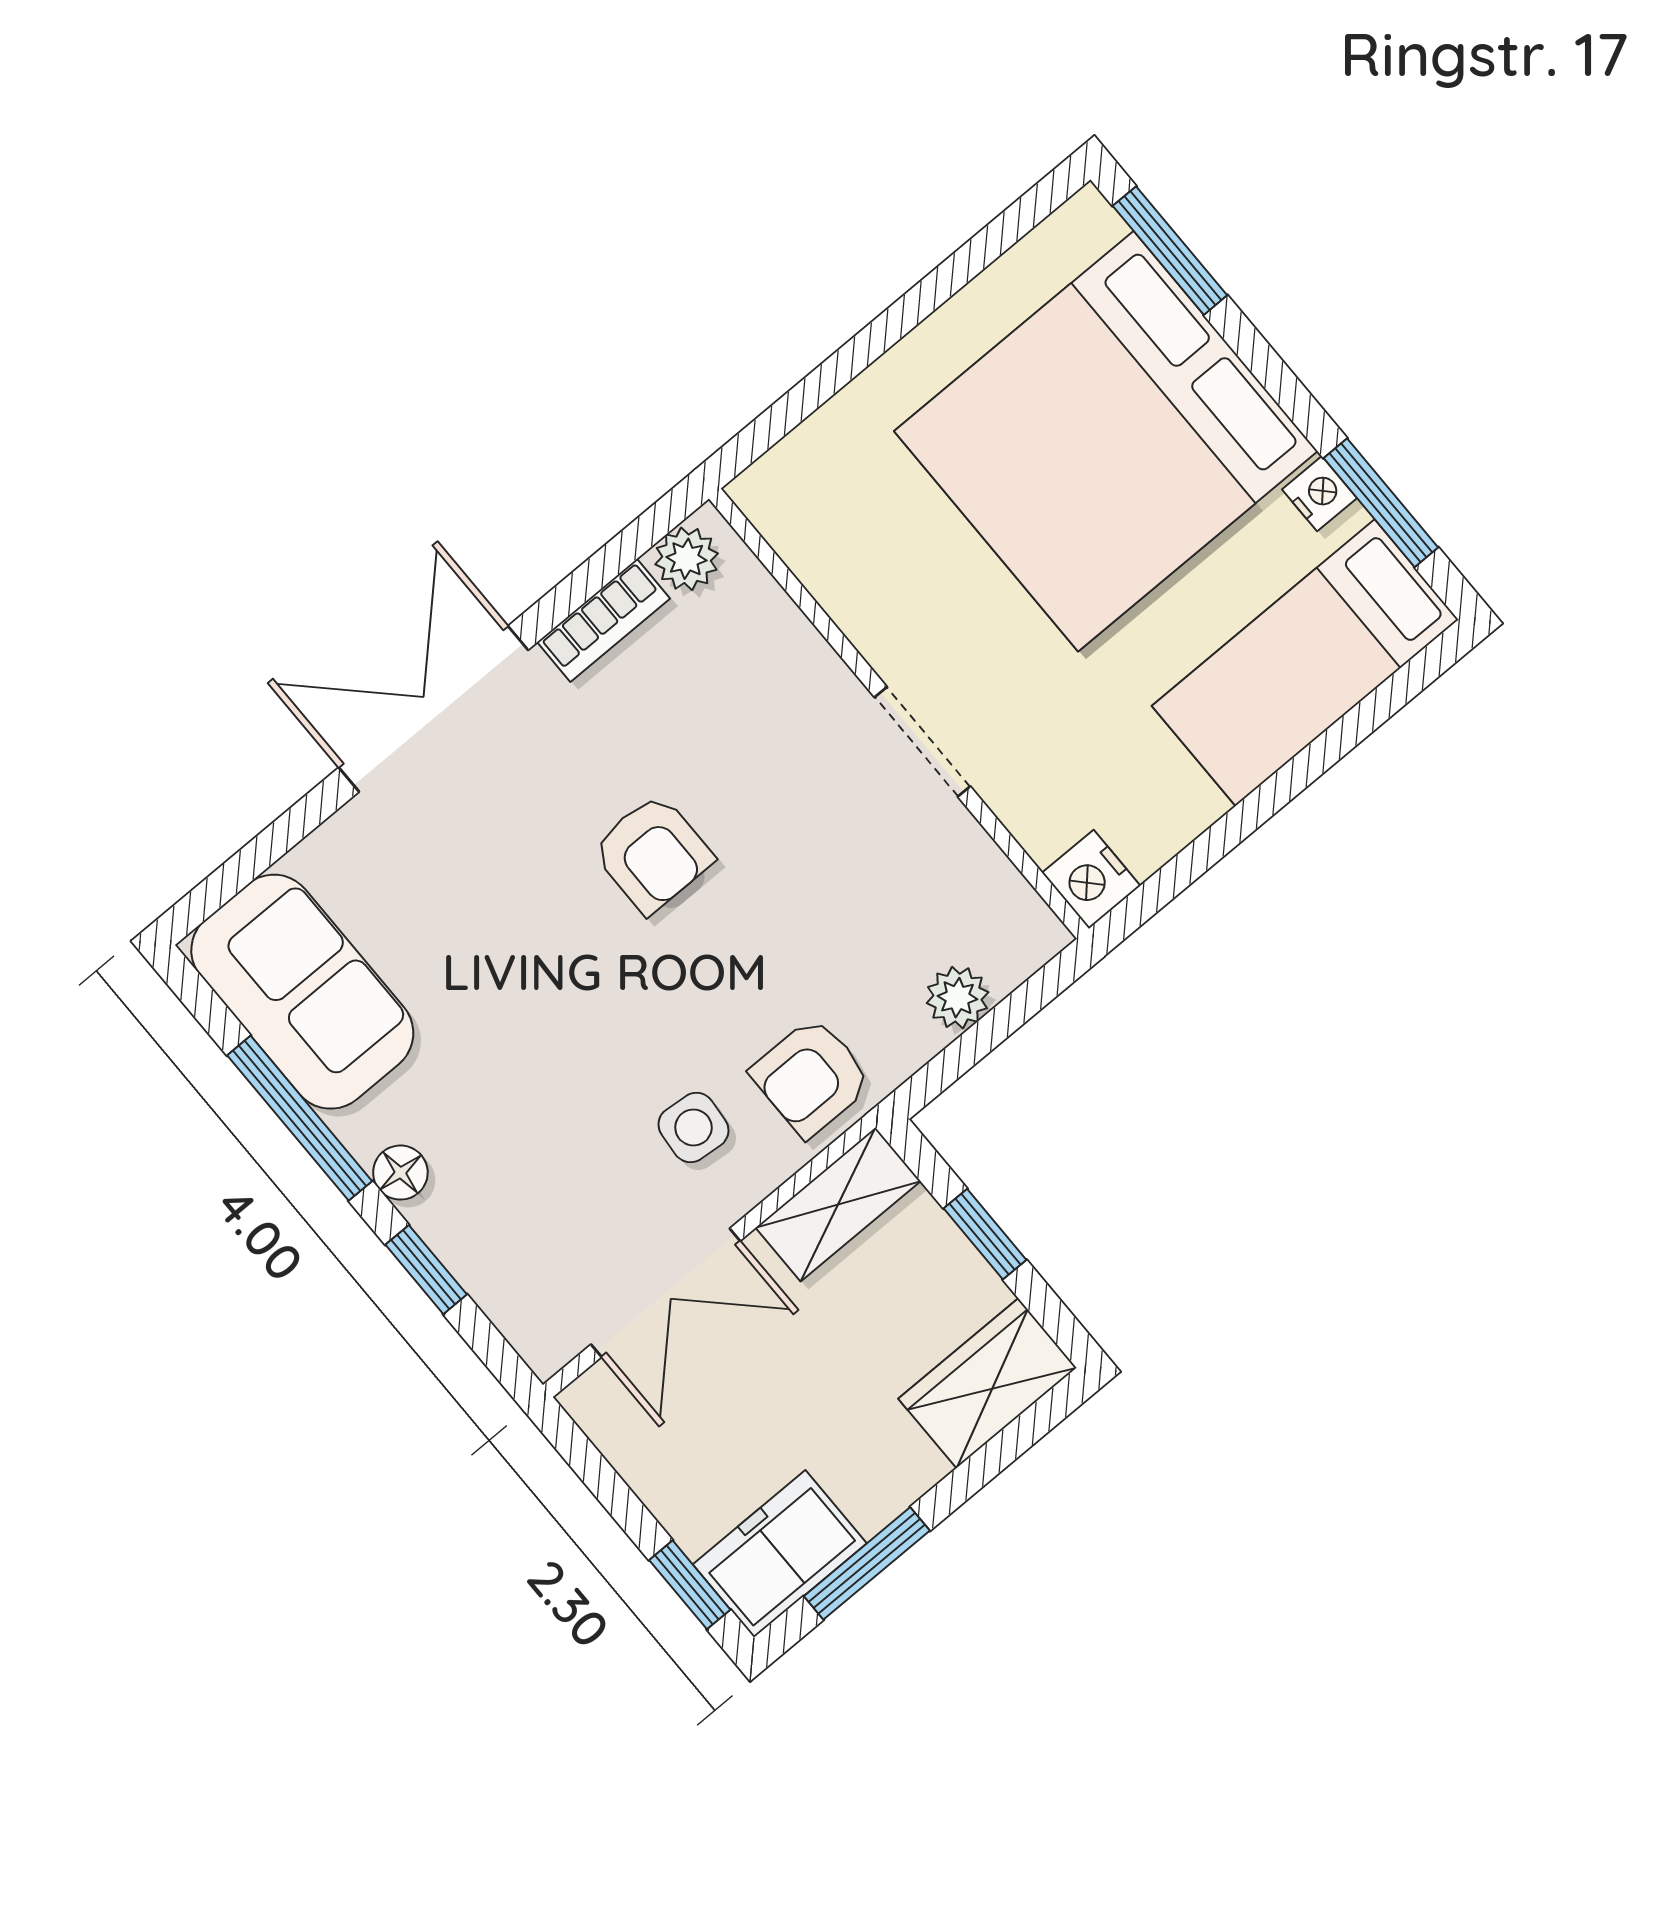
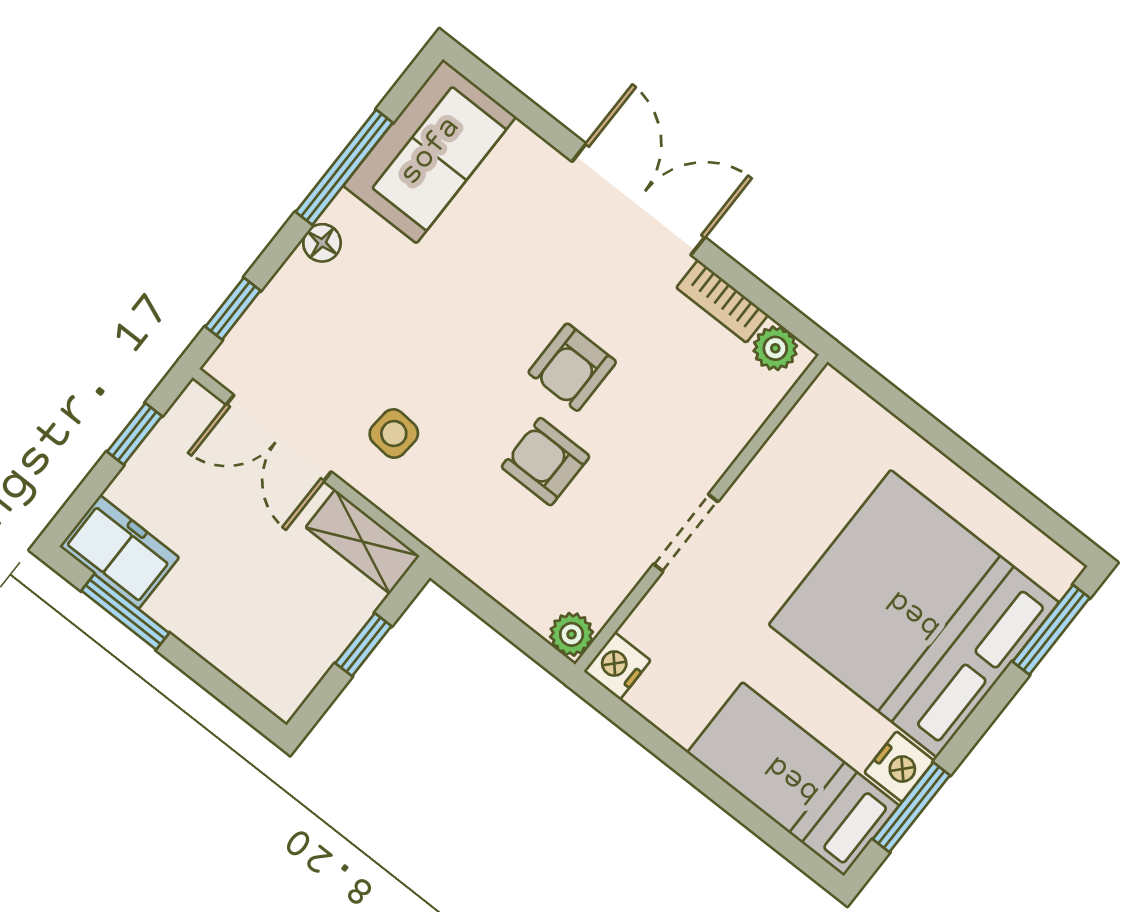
nightstand: (1319, 494) -> (899, 767), width x1.39, depth x1.35
plant: (958, 998) -> (572, 634), moved
armchair: (811, 1077) -> (546, 462), moved
window: (426, 1270) -> (233, 309), moved
wardrobe: (987, 1383) -> (263, 668), removed
window: (690, 1585) -> (134, 434), moved

